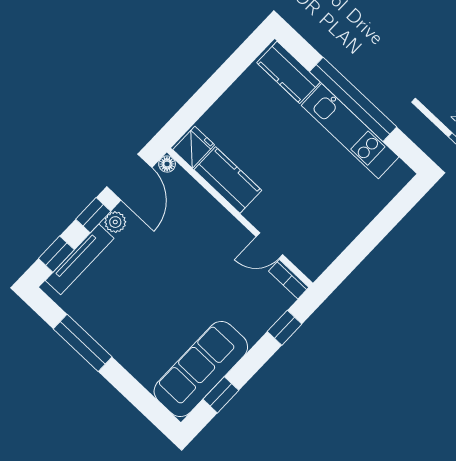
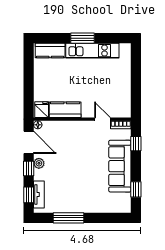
window: (353, 99) -> (83, 38), width x0.47
door: (269, 246) -> (102, 119), swing flipped
tv unit: (80, 259) -> (39, 195), width x0.71
sofa: (201, 369) -> (120, 166), moved

